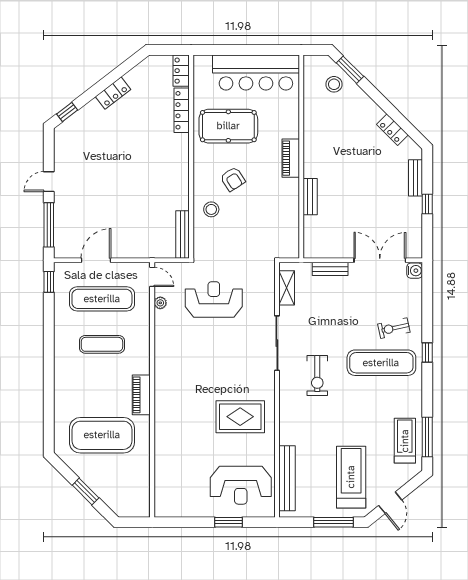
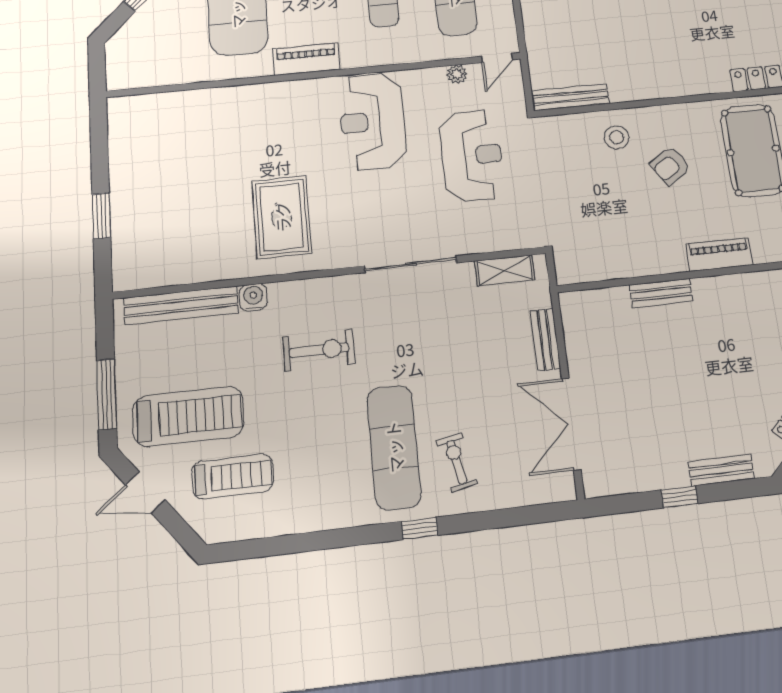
double door: (380, 260) -> (571, 424), swing flipped
water cooler: (415, 271) -> (253, 297), moved, turned 180
exercise bike: (317, 376) -> (319, 350), moved, turned 180
window: (427, 437) -> (268, 547), removed
treadmill: (405, 441) -> (233, 476), moved
reception desk: (241, 485) -> (372, 122), moved

